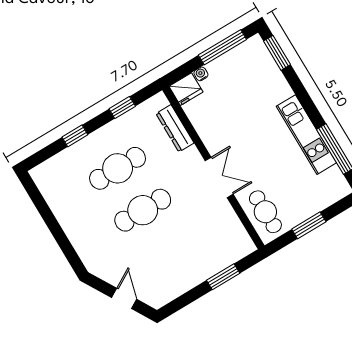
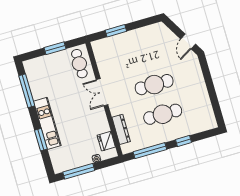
window: (277, 53) -> (41, 140), moved
fridge: (186, 89) -> (106, 141), moved, turned -90
window: (122, 108) -> (150, 151), width x2.17
kitchen unit: (306, 135) -> (47, 123), moved
door: (124, 298) -> (188, 42), moved

